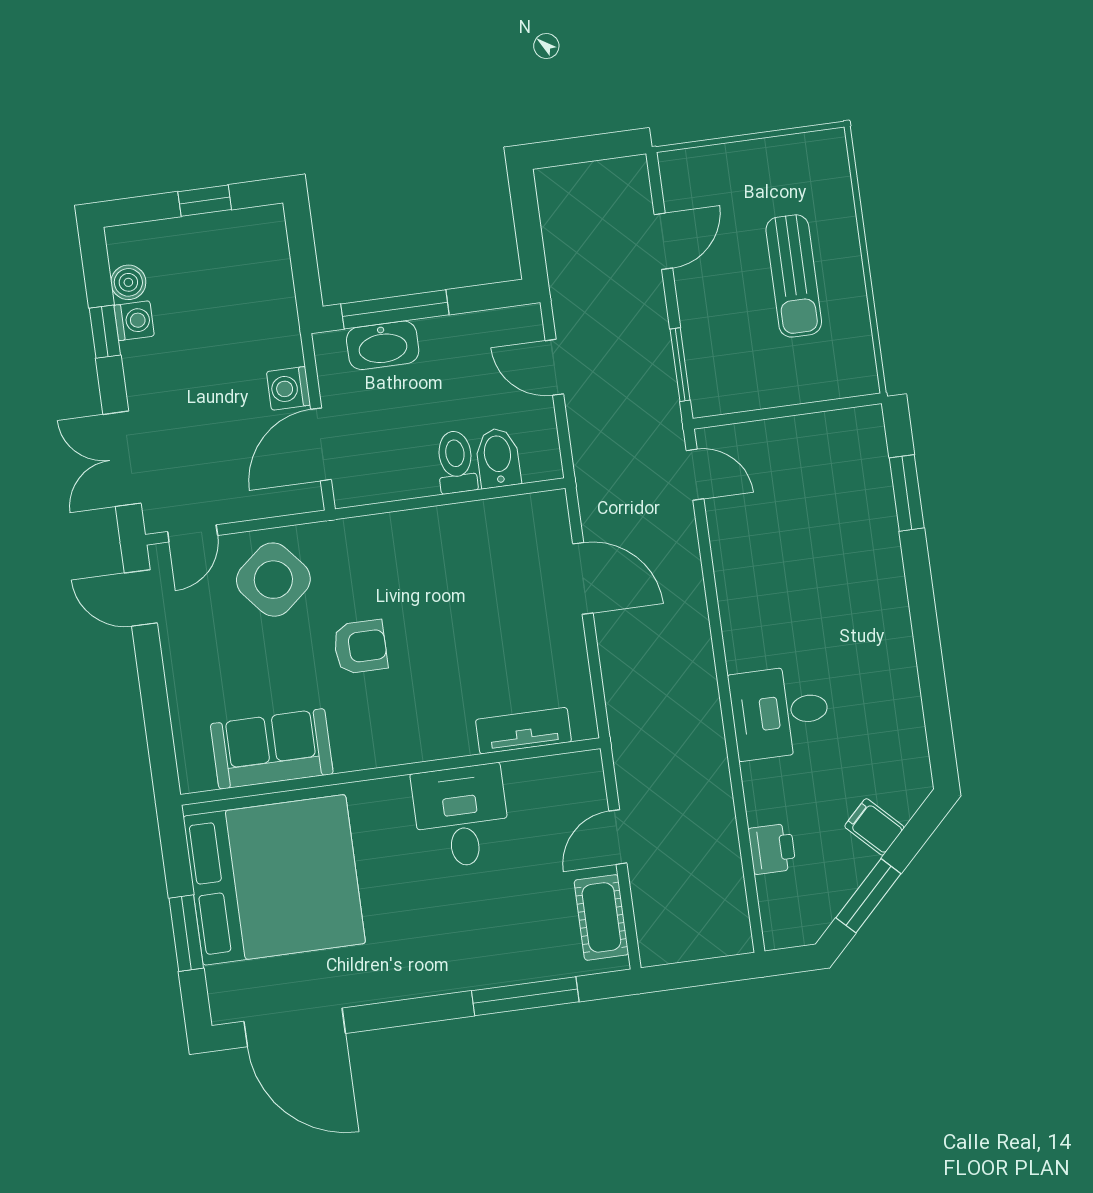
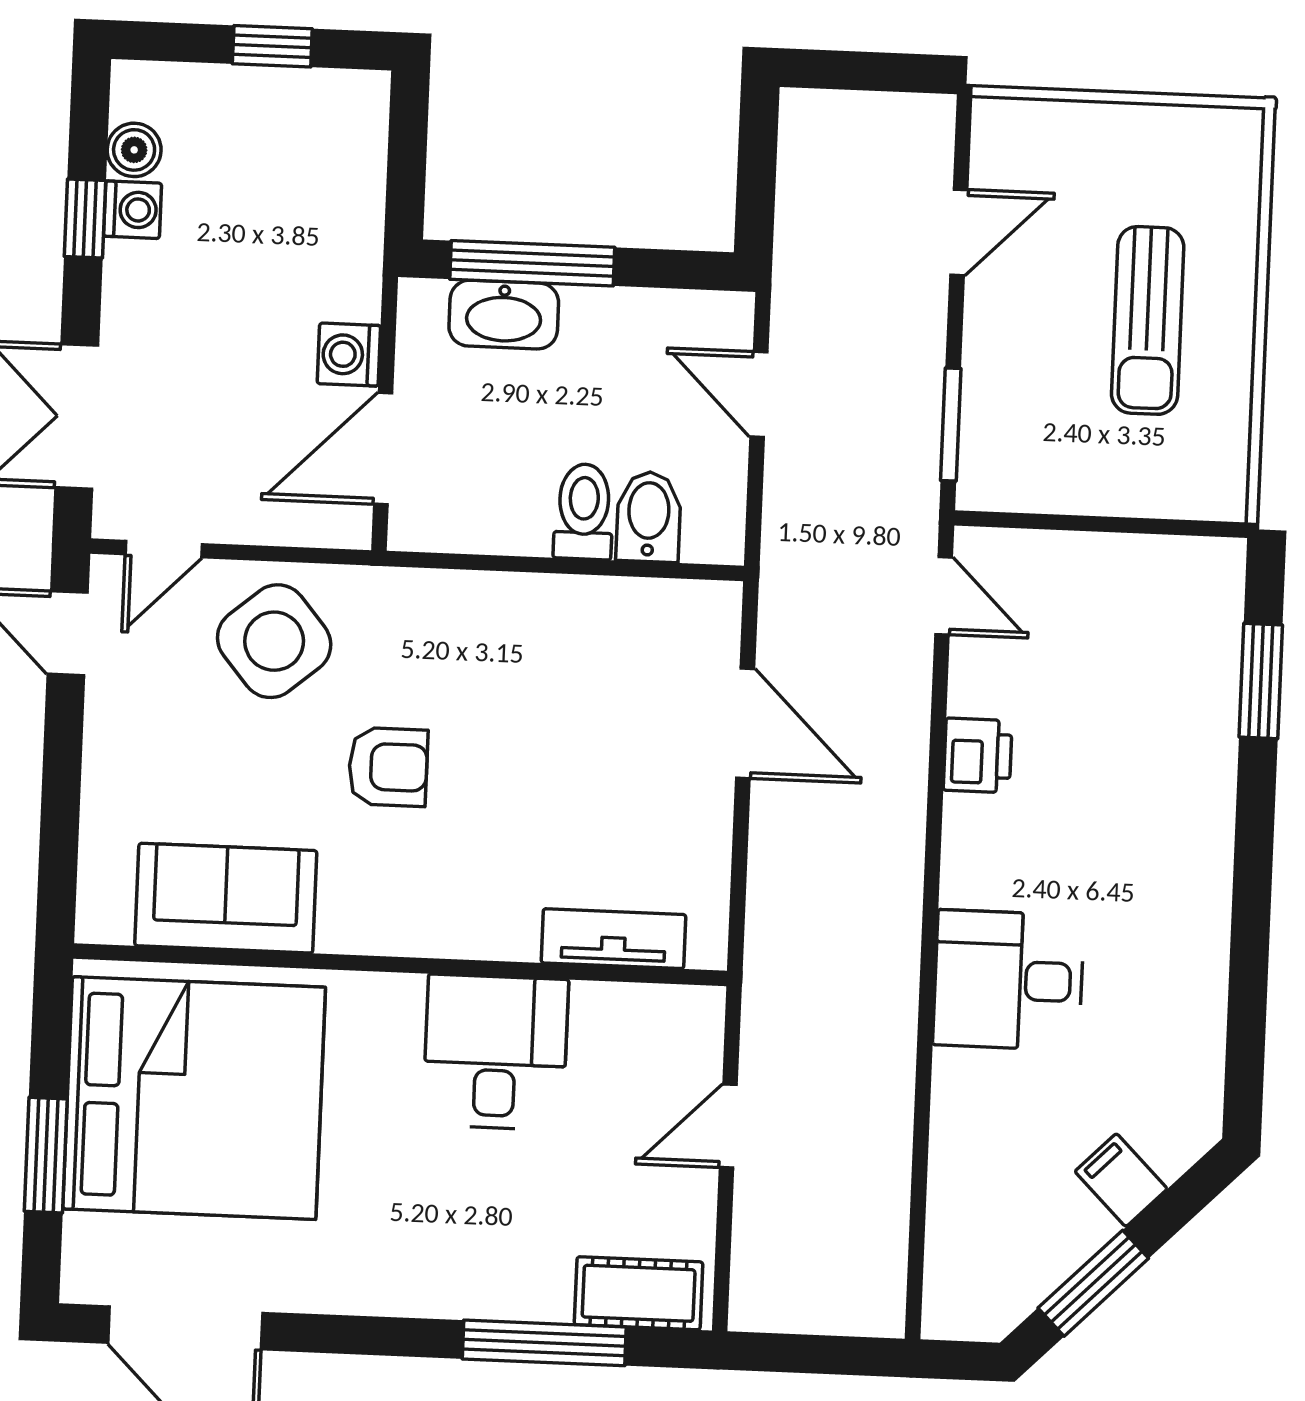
printer: (772, 849) -> (978, 755), moved
cot: (601, 917) -> (639, 1293), moved, turned 90

